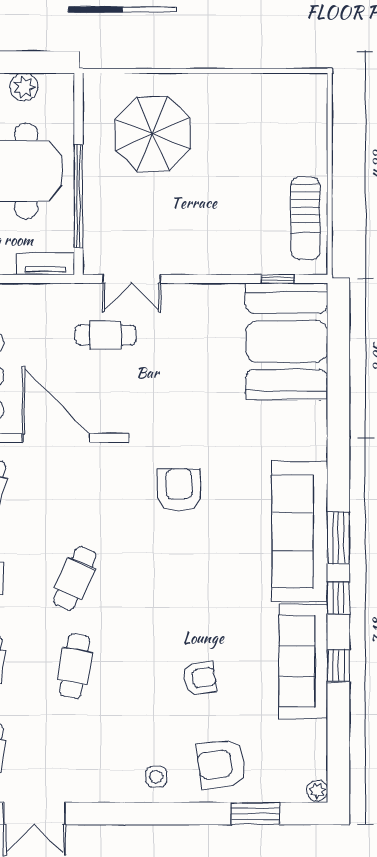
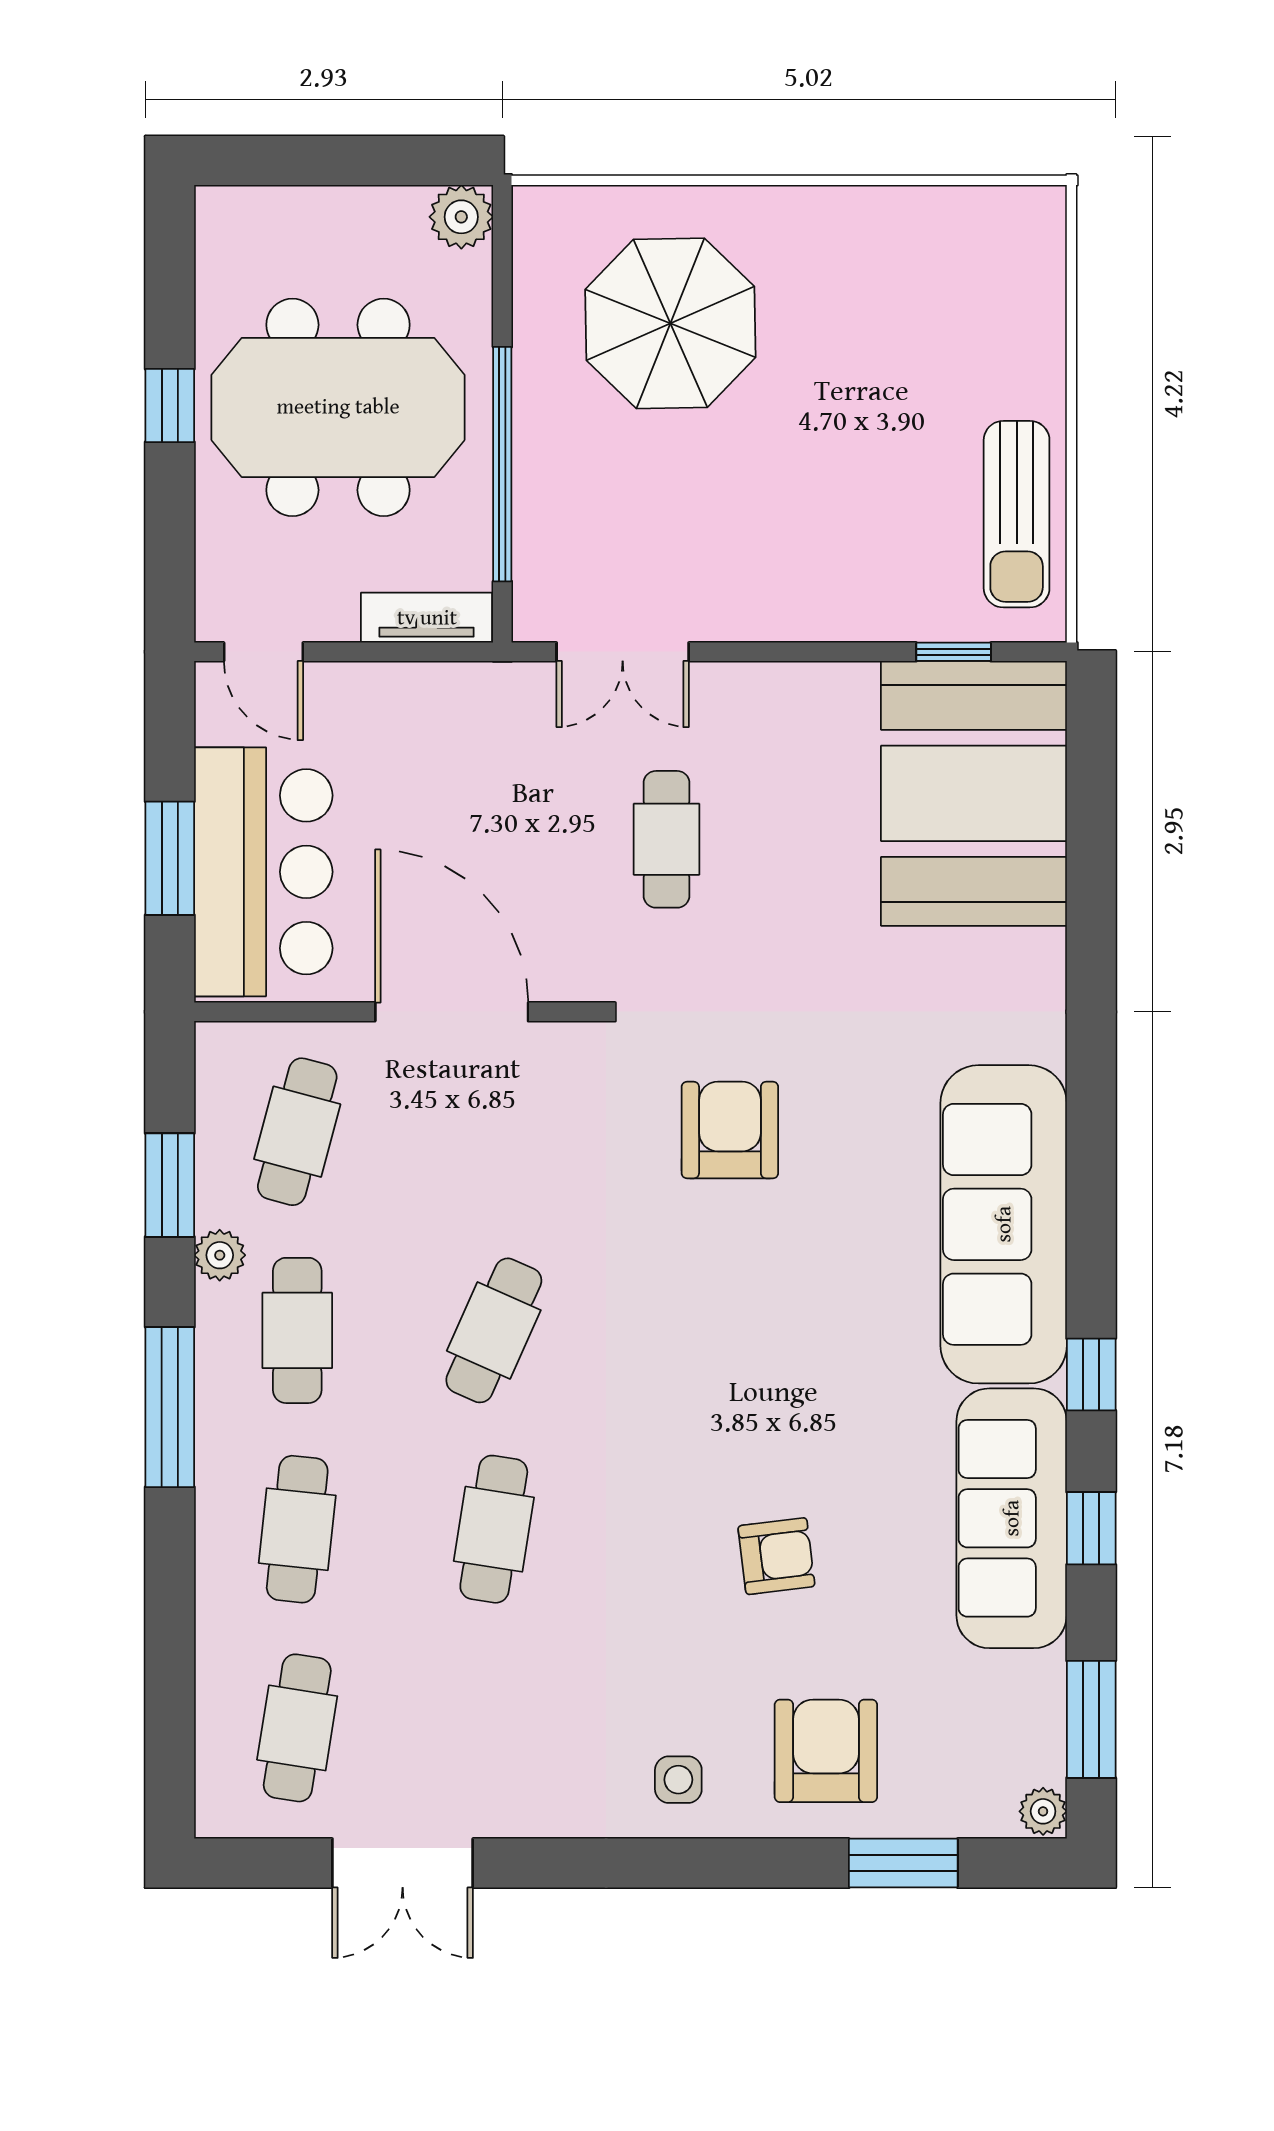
plant: (24, 87) -> (461, 217), moved
cafe table: (105, 335) -> (666, 839), moved, turned 90
window: (338, 538) -> (1091, 1719), moved
armchair: (221, 764) -> (826, 1751), turned 97

